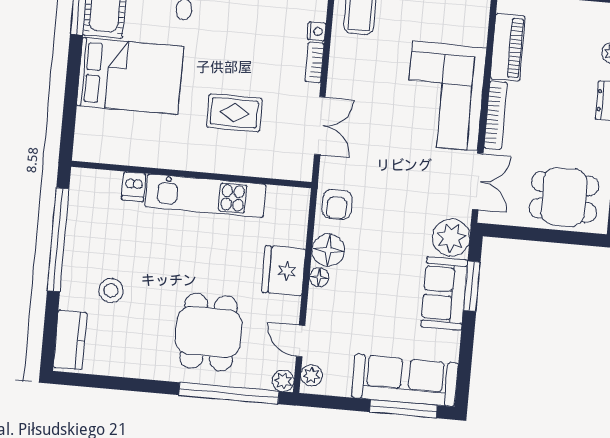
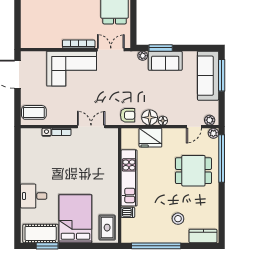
piano: (508, 47) -> (46, 41), removed
rug: (234, 113) -> (107, 228), moved
plant: (451, 238) -> (143, 56), width x0.53, depth x0.53
fridge: (284, 271) -> (150, 138), moved

